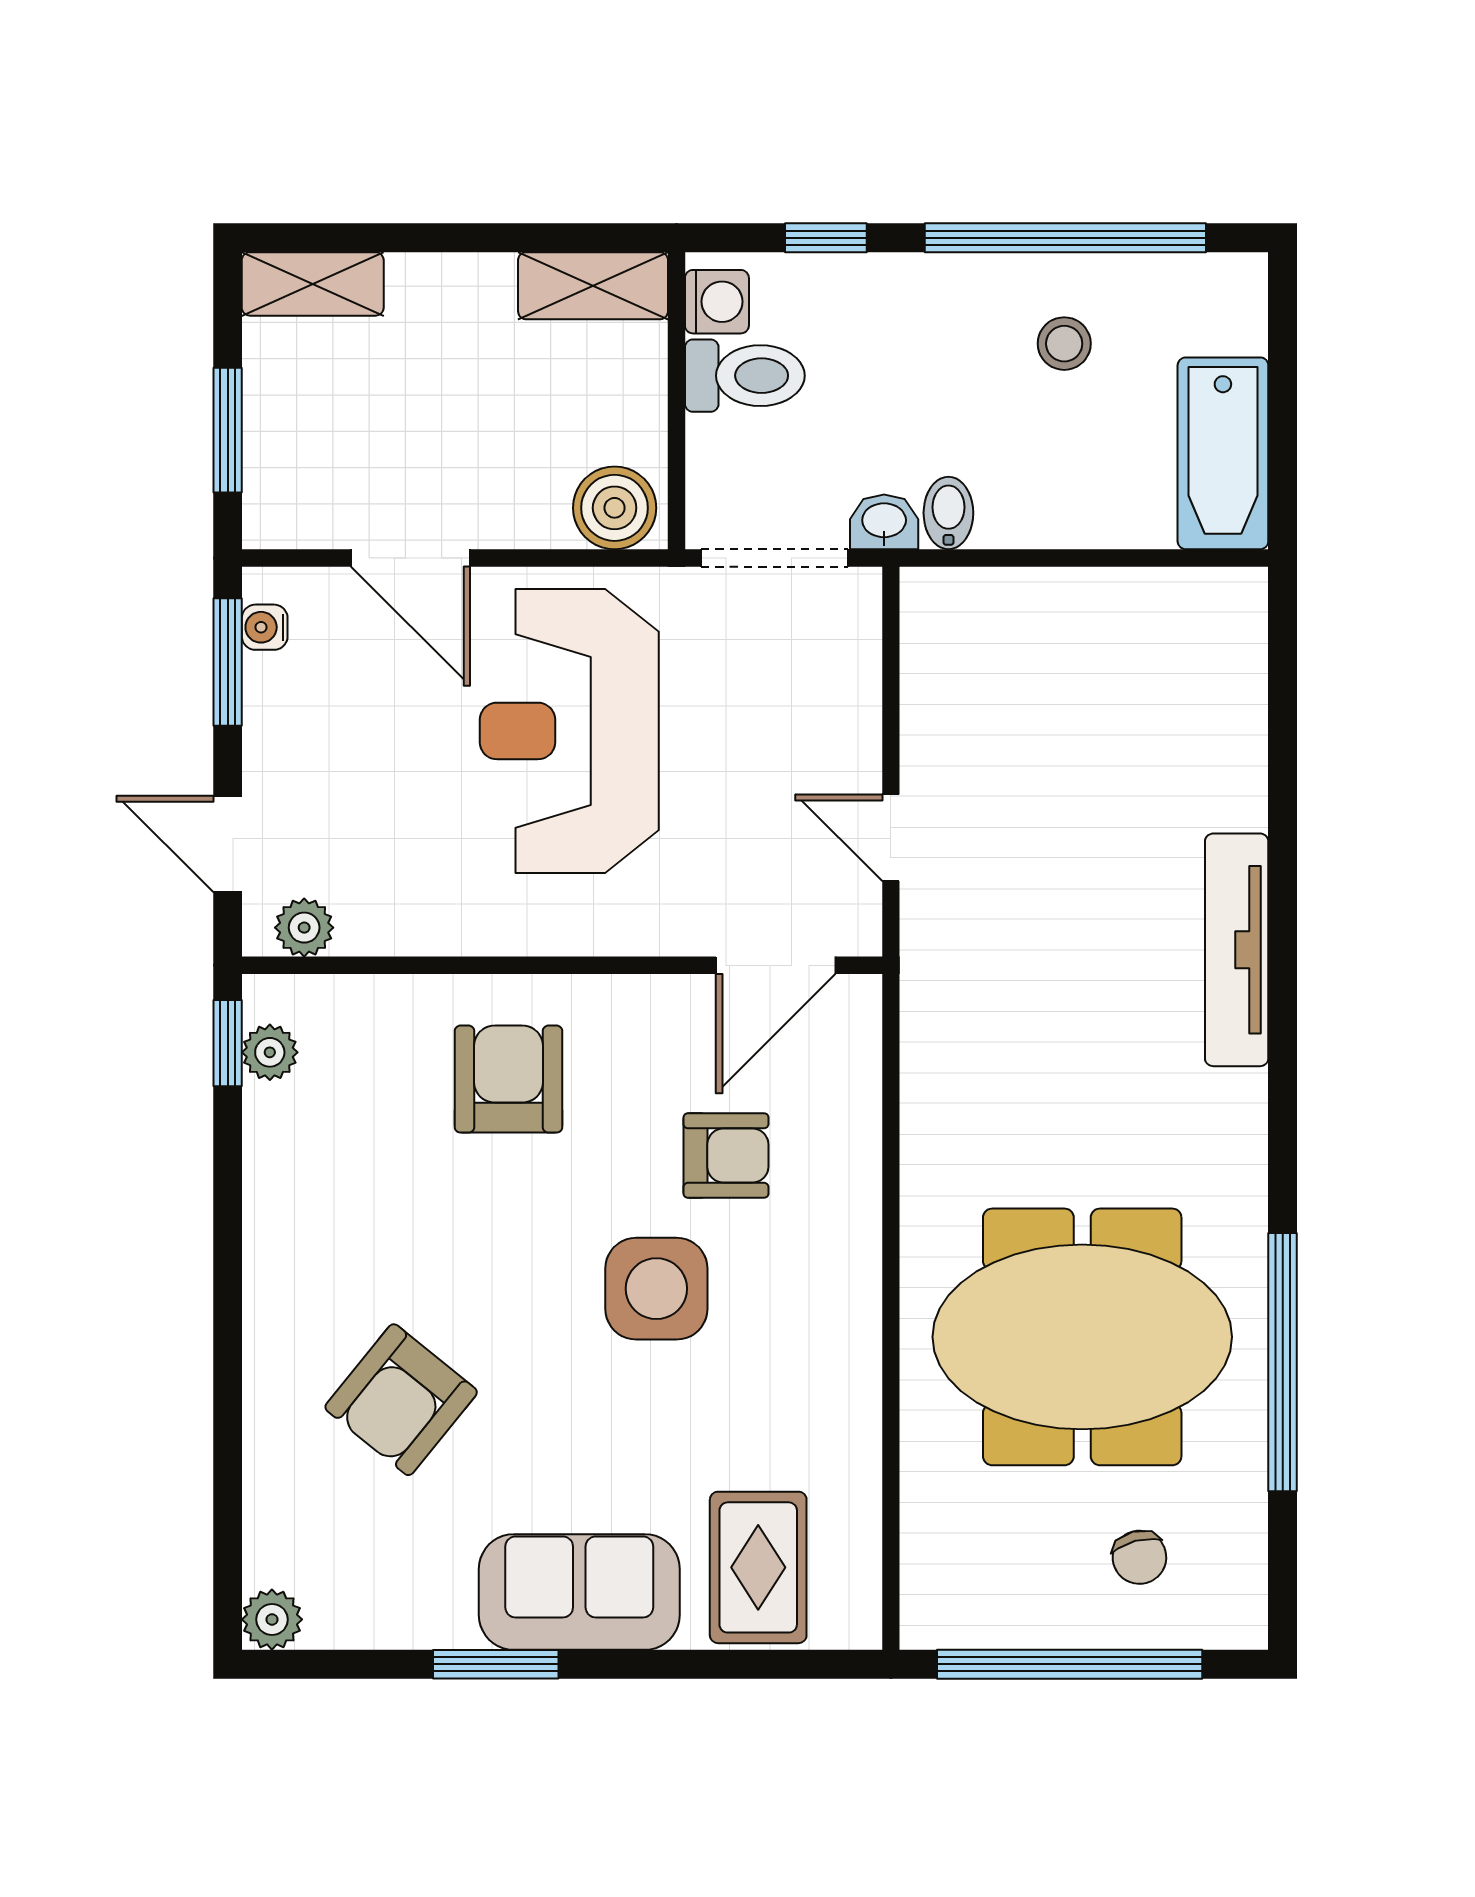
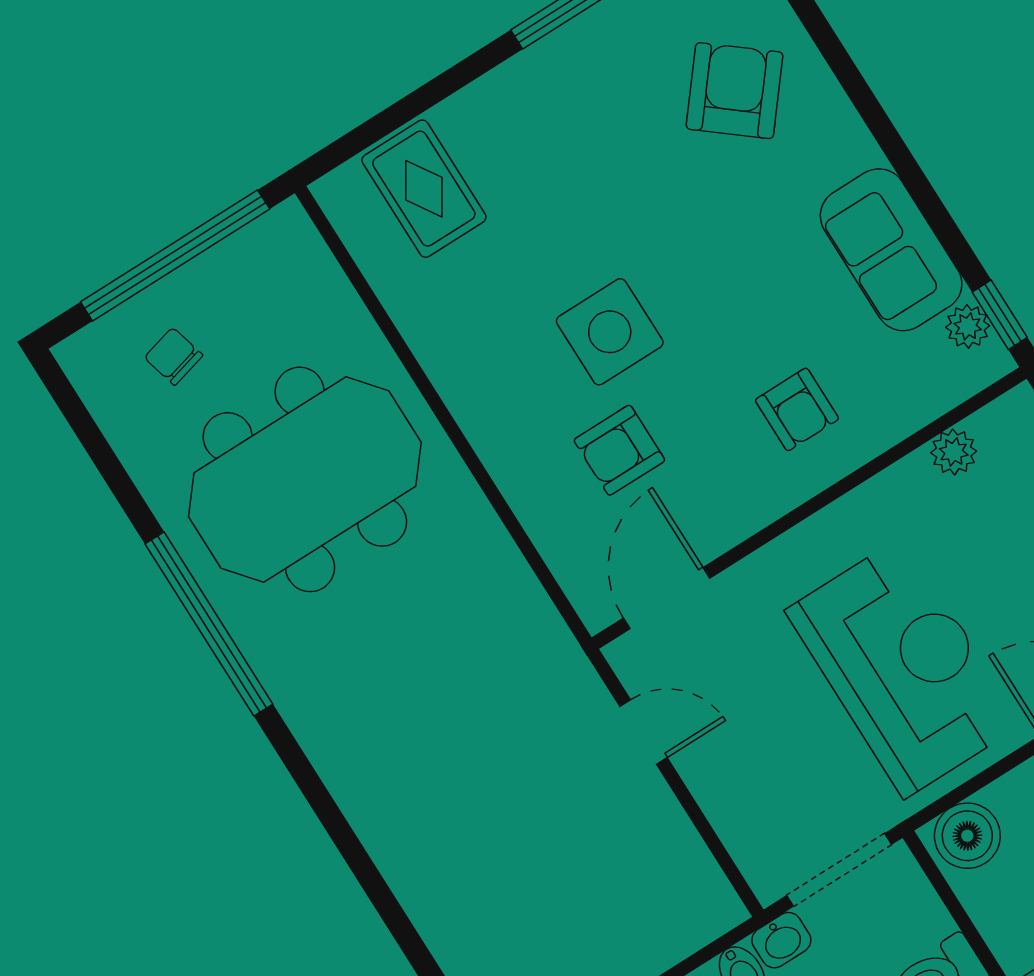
plant: (304, 928) -> (954, 452), moved
tv unit: (1237, 950) -> (365, 803), removed
armchair: (508, 1079) -> (797, 409), width x0.72, depth x0.72
window: (1283, 1362) -> (209, 624), moved
armchair: (401, 1400) -> (735, 91), moved
sofa: (579, 1592) -> (891, 250), moved, turned 90

